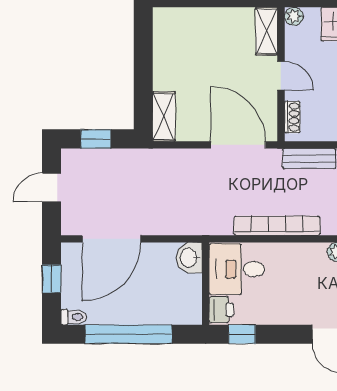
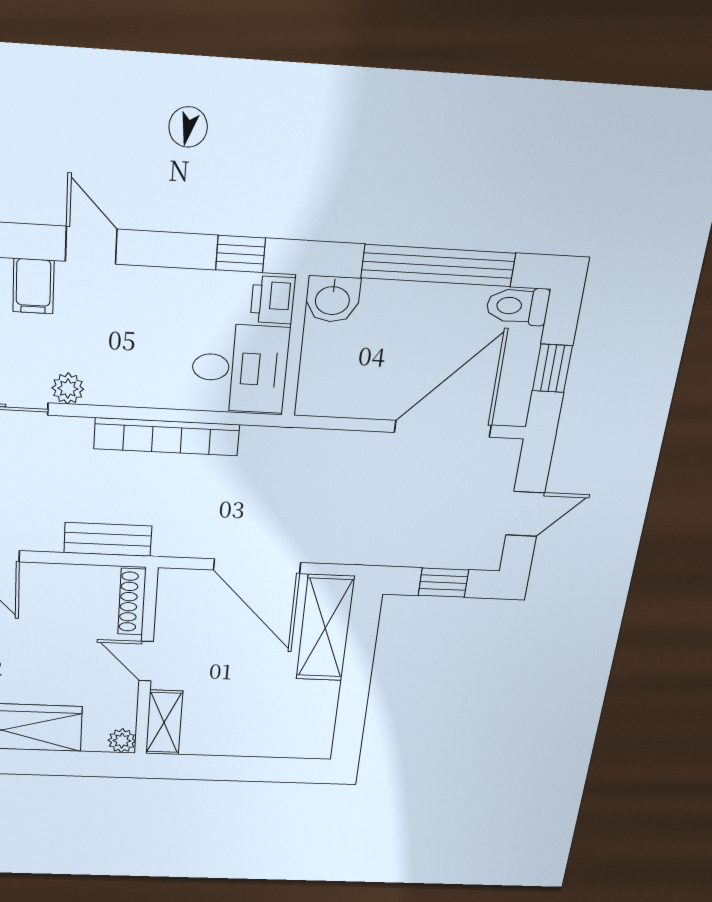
shelving: (164, 116) -> (325, 628), width x1.50, depth x1.33
shoe rack: (292, 117) -> (132, 602), width x1.43
door: (238, 145) -> (257, 566), moved
washbasin: (189, 258) -> (333, 299), moved, turned 90
toilet: (74, 317) -> (518, 306), width x1.37, depth x1.39

